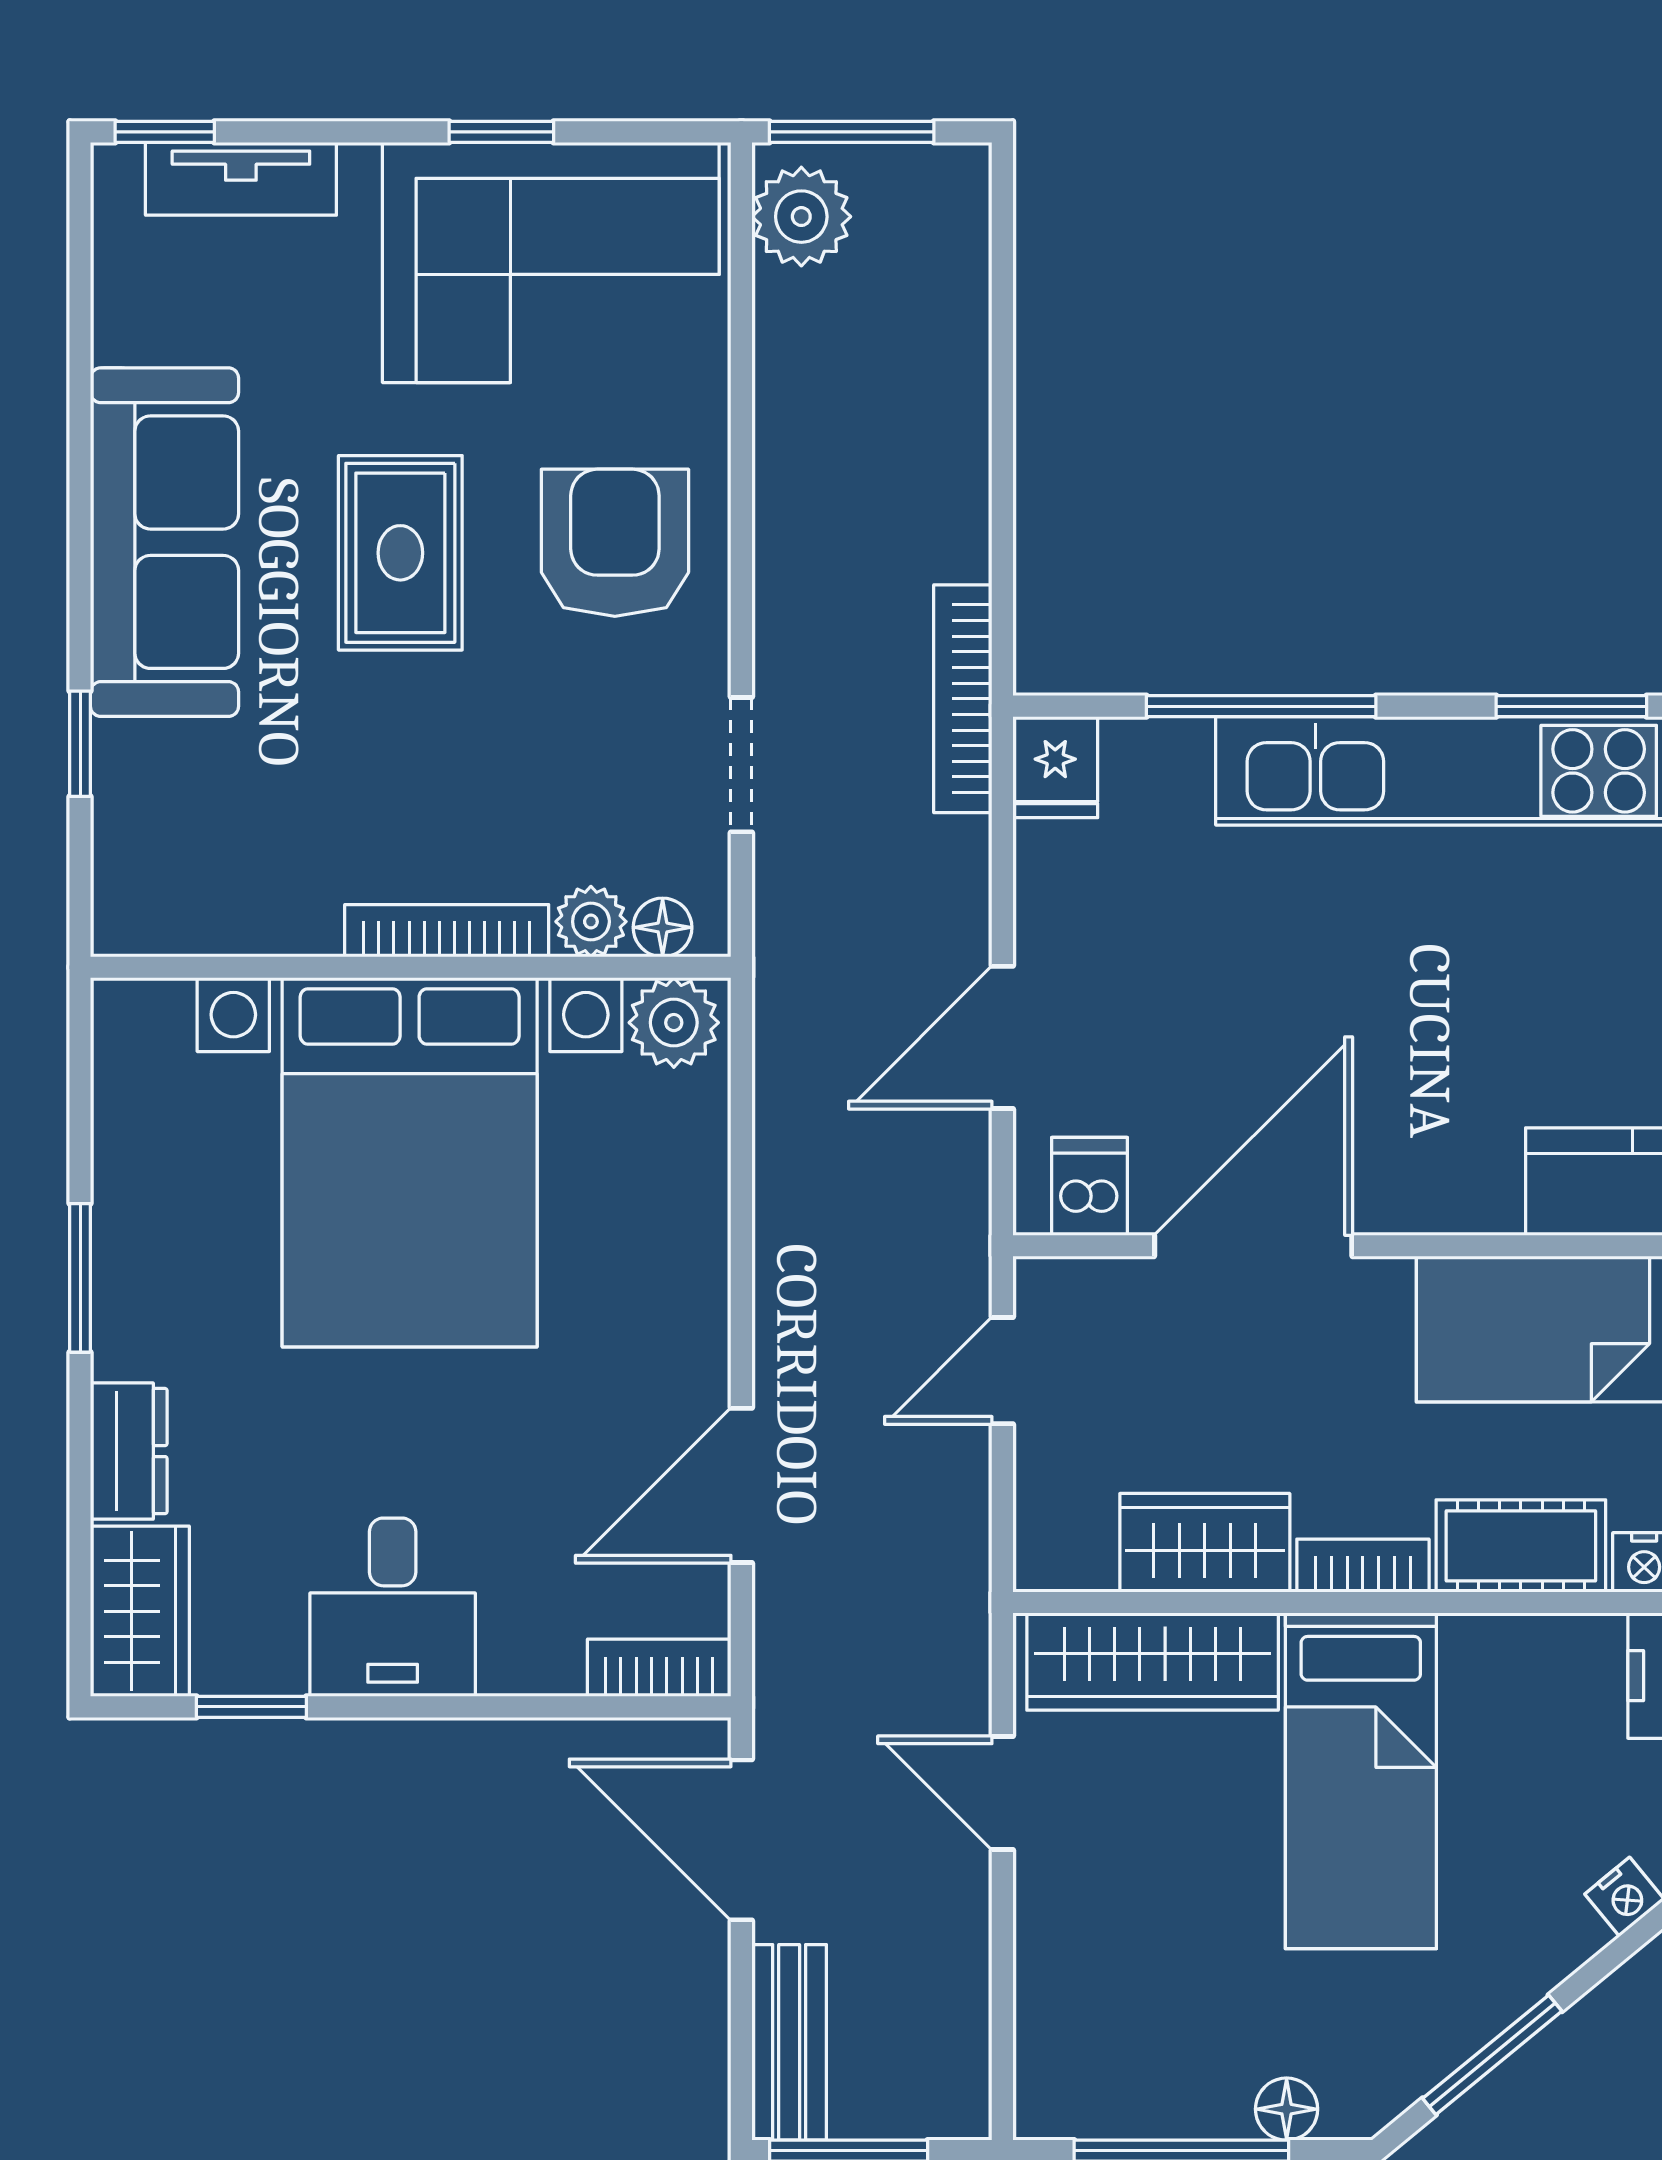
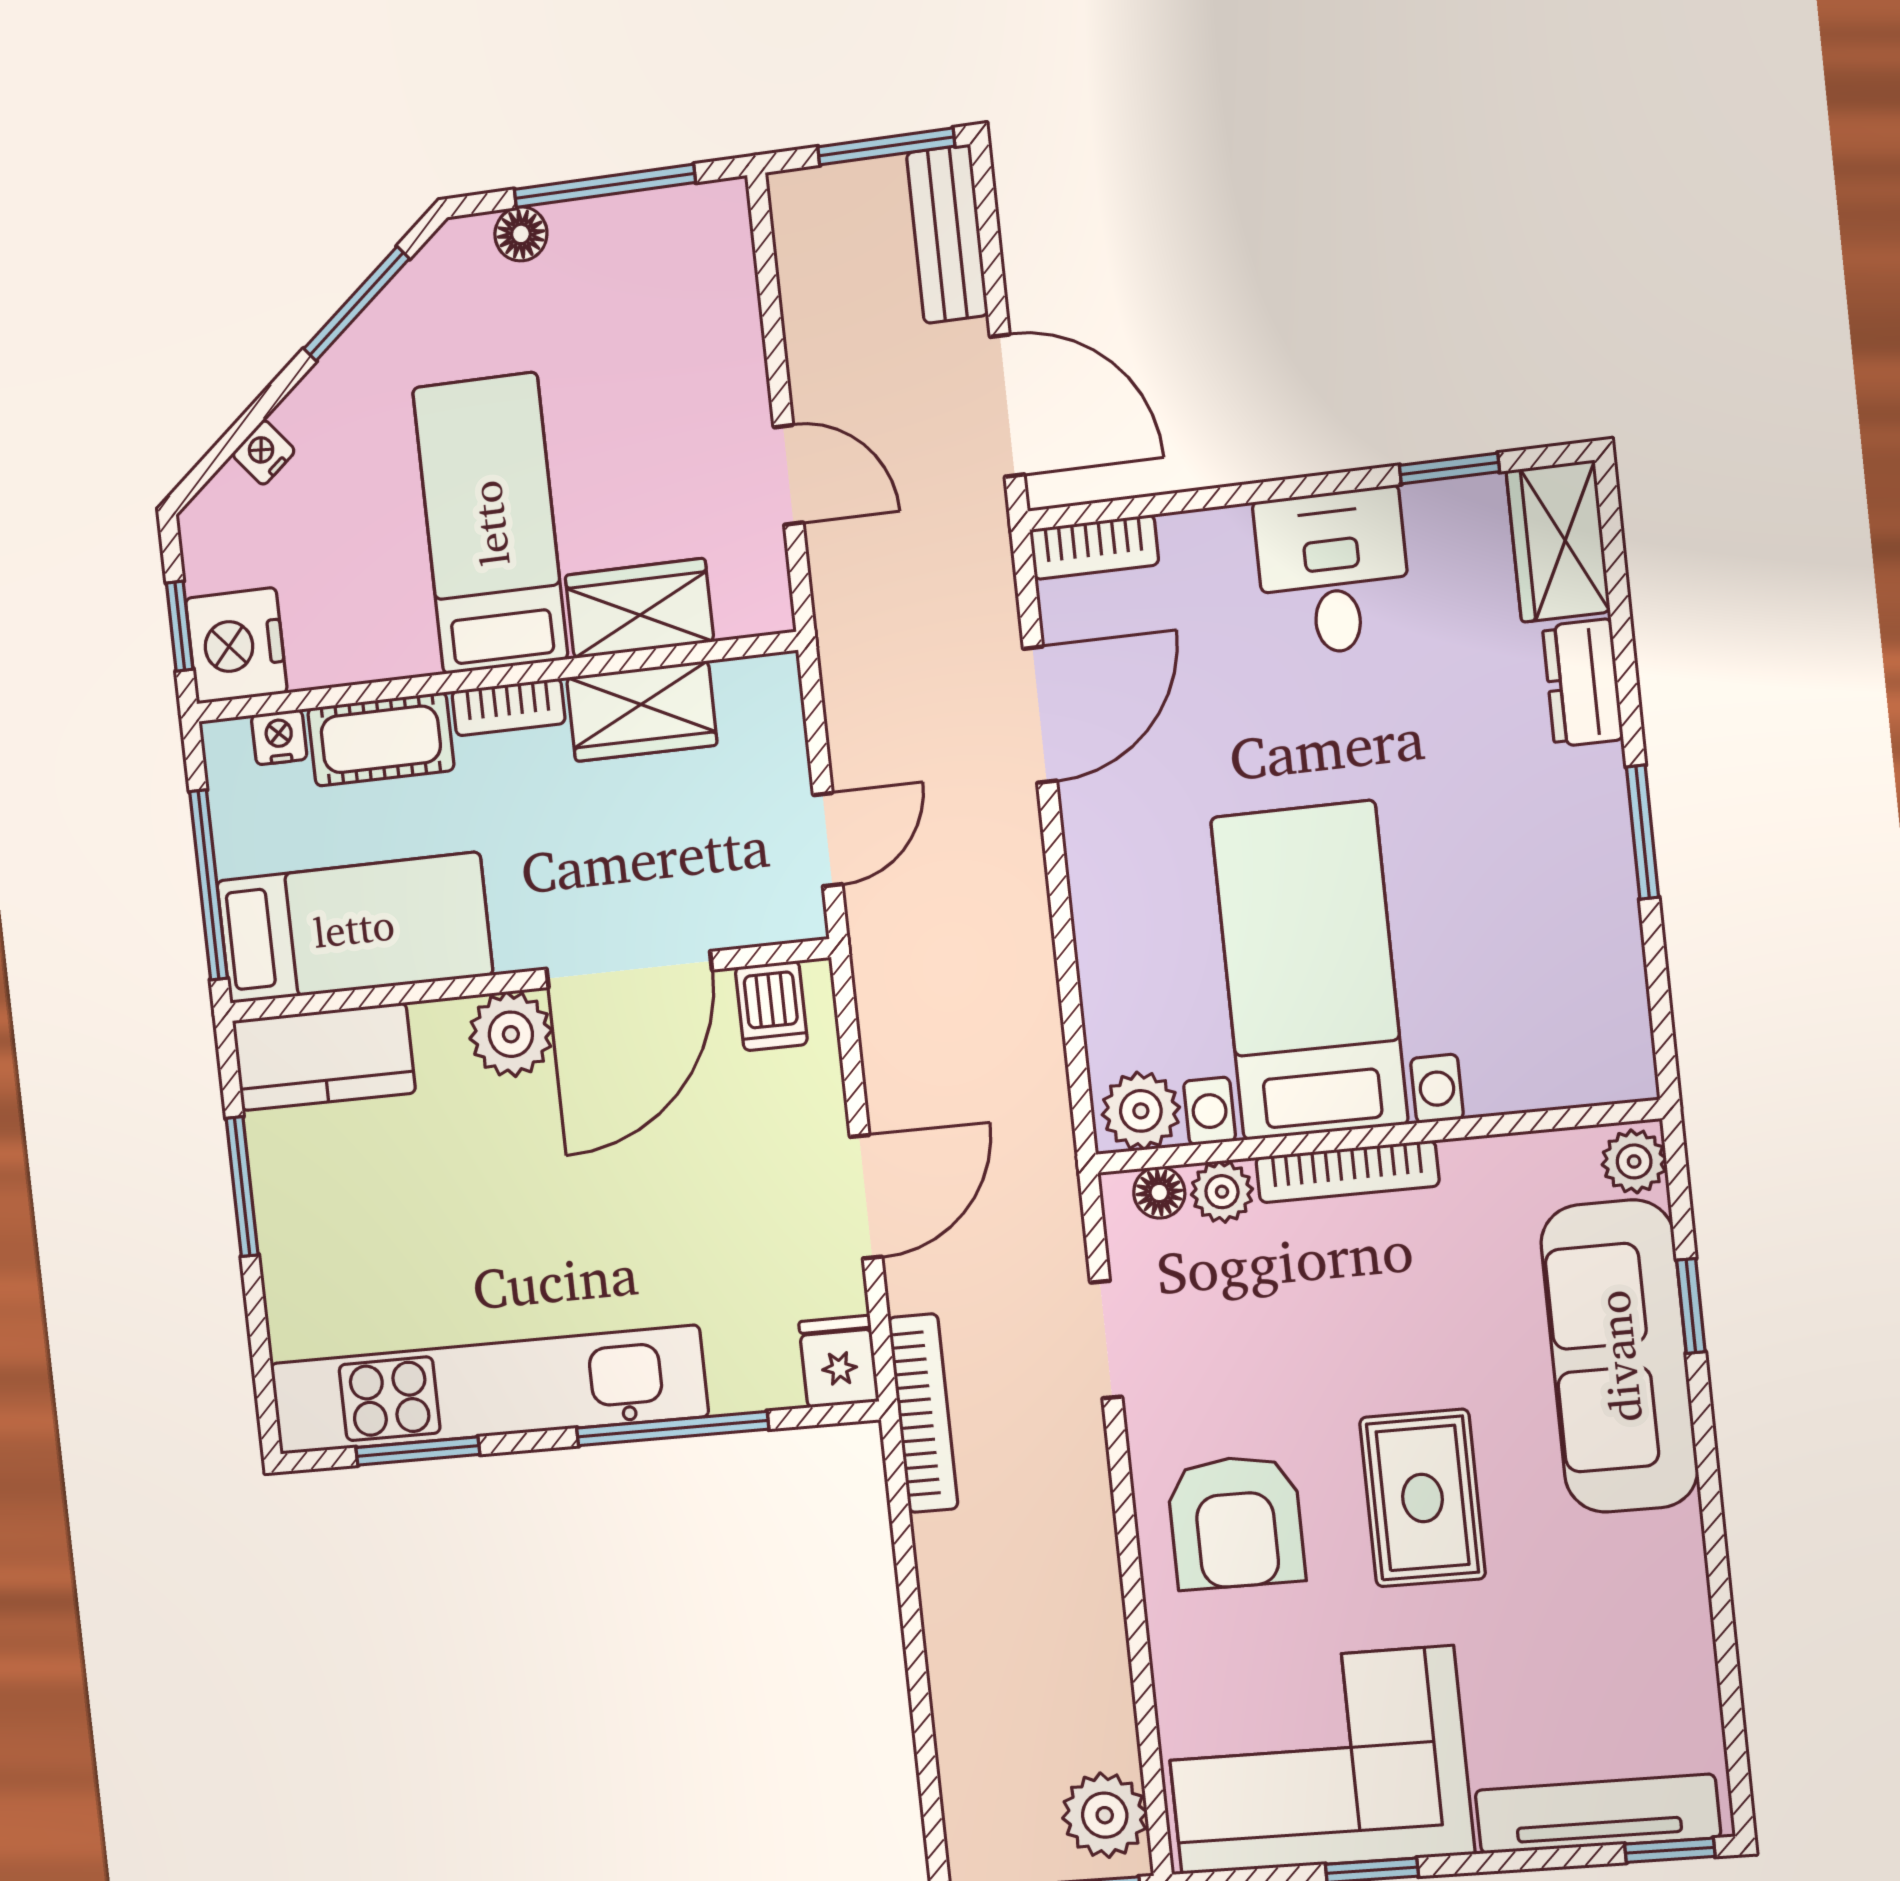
tv unit: (241, 179) -> (1598, 1814), width x1.41
sofa: (165, 542) -> (1619, 1356), moved
plant: (126, 911) -> (1634, 1161), added
door: (1002, 1037) -> (866, 1197), moved
bed with nightstands: (410, 1162) -> (1309, 971), width x0.73
plant: (1403, 1185) -> (511, 1034), added
wardrobe: (1153, 1662) -> (639, 608), width x0.67

